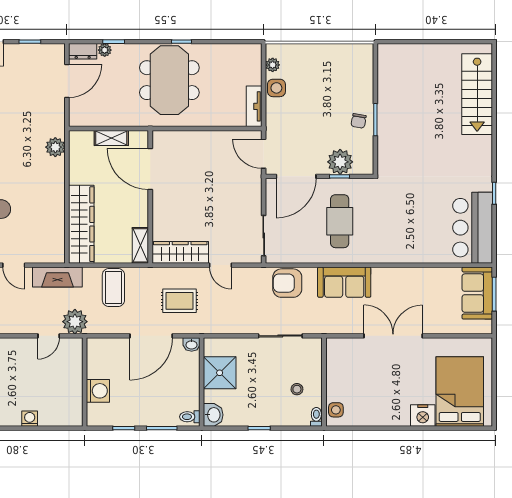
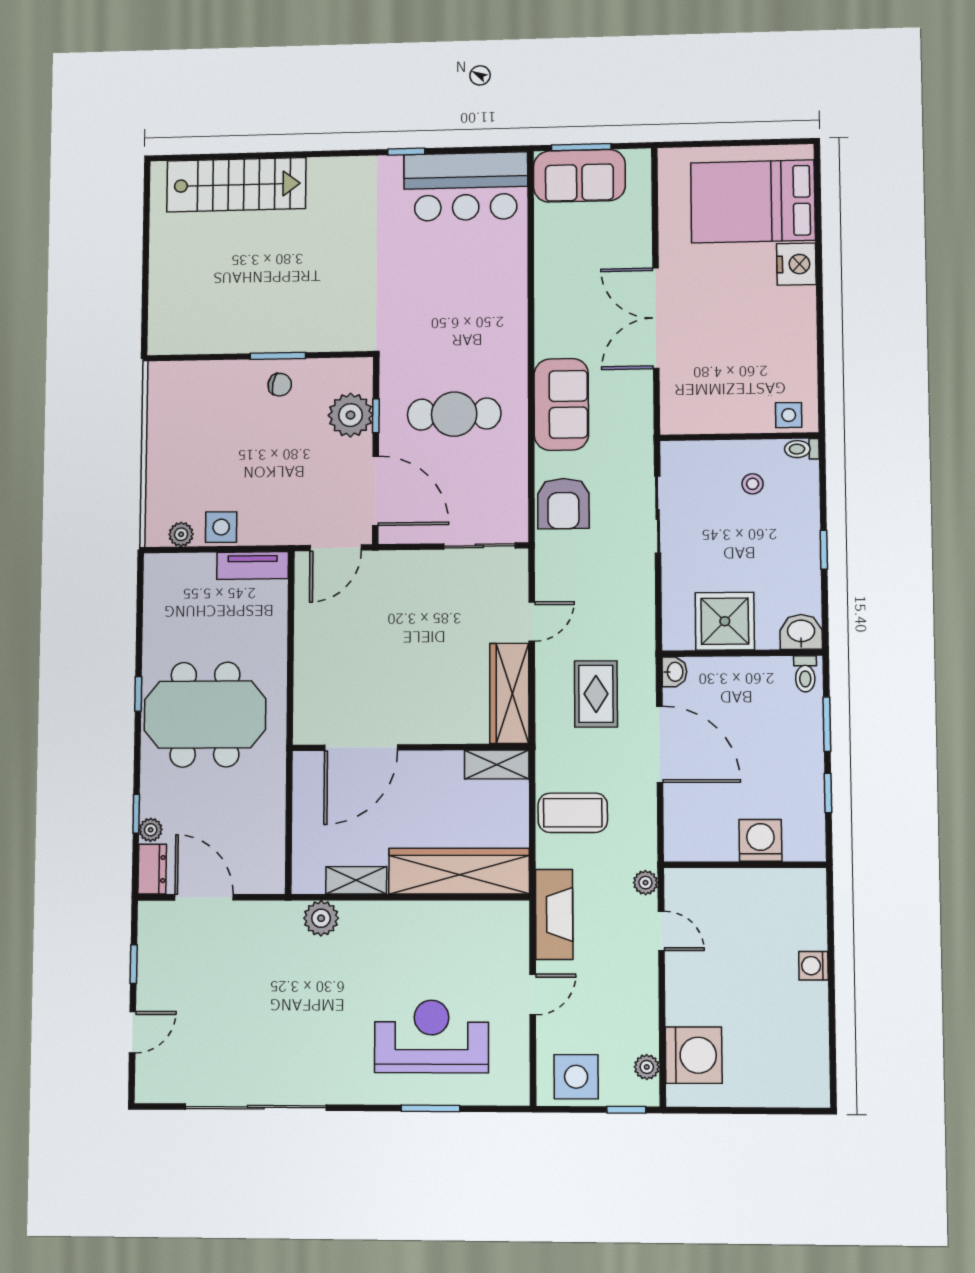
shelving: (111, 138) -> (356, 880), moved, turned 90
plant: (75, 322) -> (645, 883), width x0.53, depth x0.53

